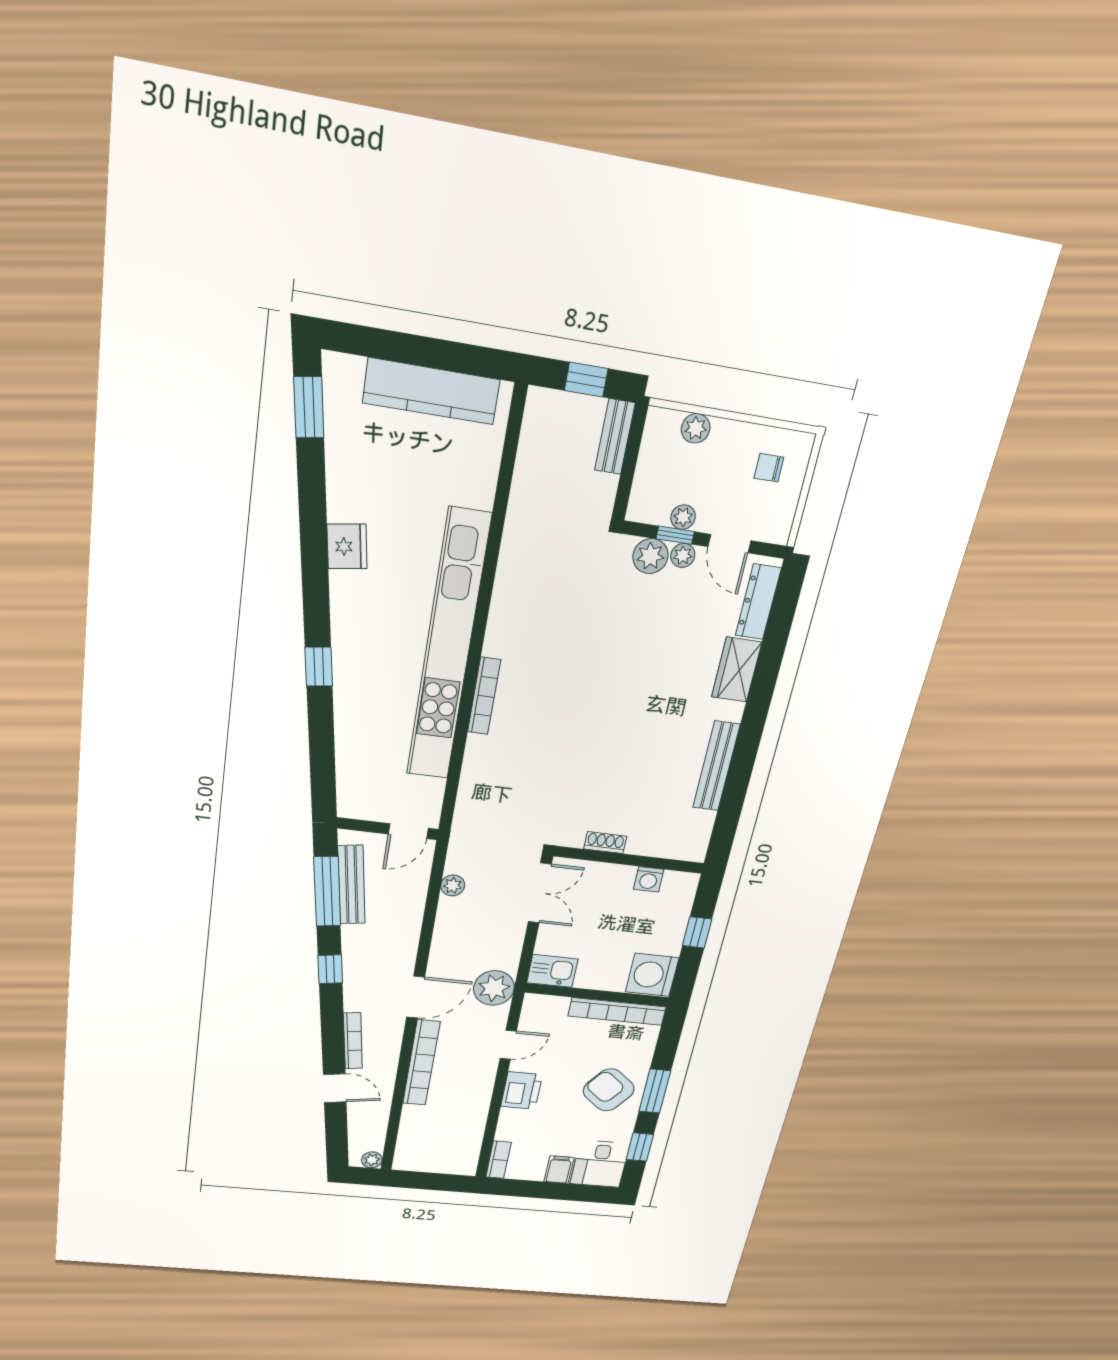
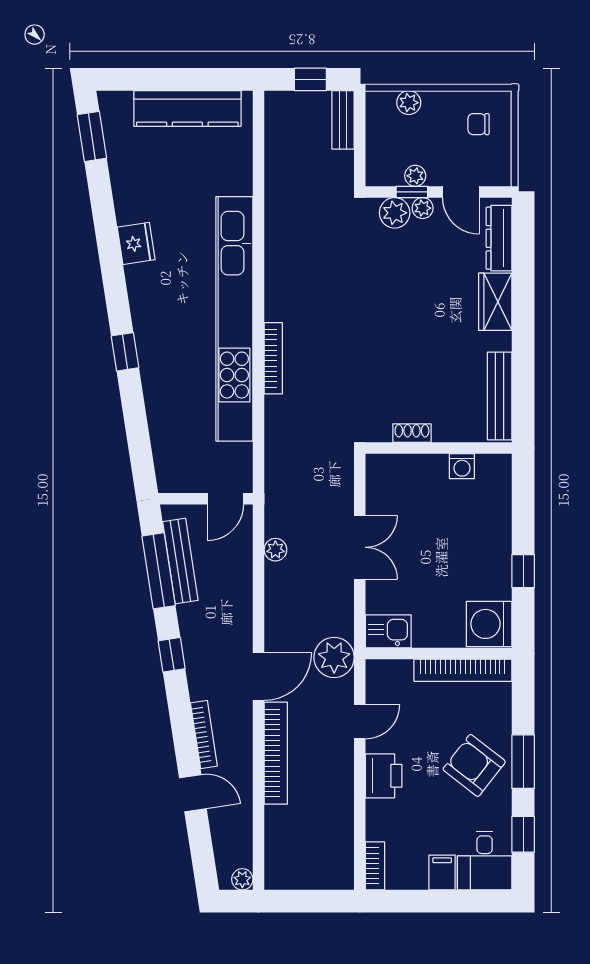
shoe rack: (605, 843) -> (412, 433), moved
wall: (629, 860) -> (439, 448), moved
washing machine: (649, 879) -> (462, 466), moved

